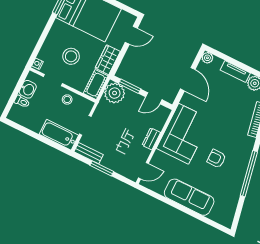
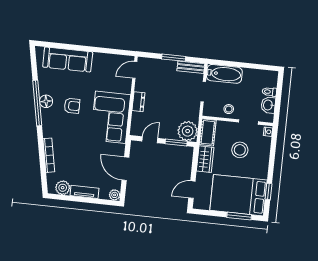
floor lamp: (240, 172) -> (46, 101), added
sofa: (189, 197) -> (68, 59), moved

